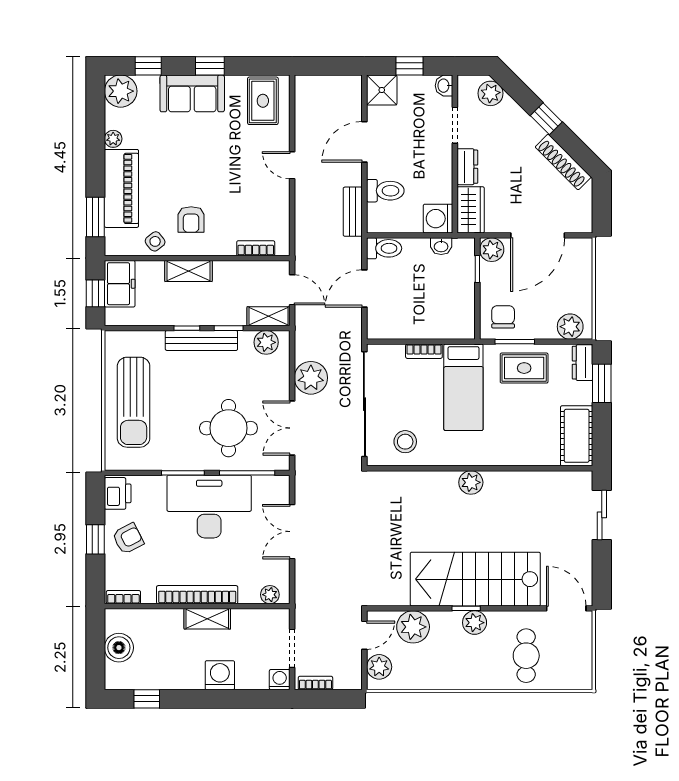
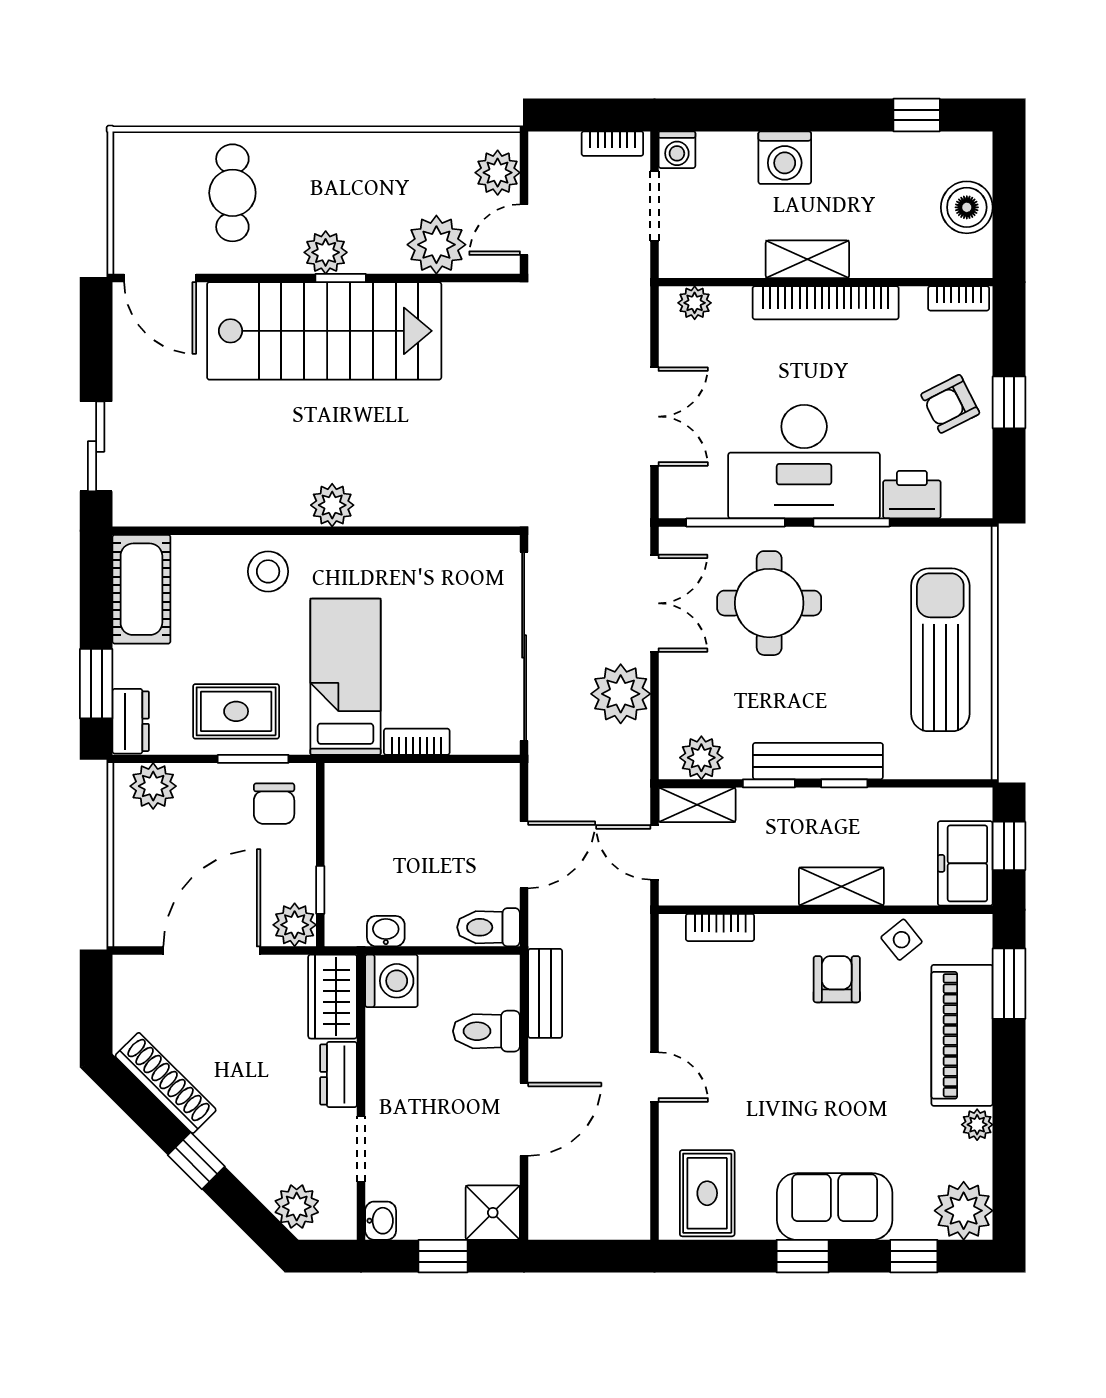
stool: (405, 442) -> (268, 571), moved
printer: (118, 493) -> (912, 495), moved, turned 90

